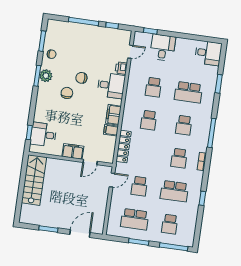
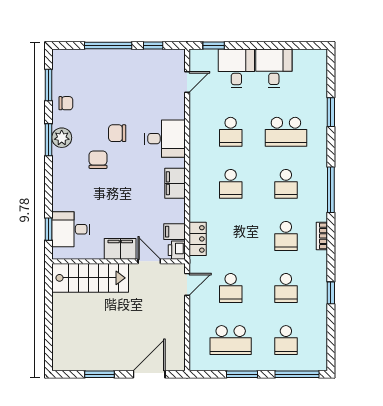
desk: (208, 53) -> (274, 68), moved, turned -90
printer: (121, 68) -> (177, 250), moved
filing cabinet: (111, 130) -> (174, 232), moved
locker: (124, 146) -> (198, 239), width x0.66
door: (90, 162) -> (149, 261), swing flipped
stairs: (34, 180) -> (90, 278), moved, turned 90
school desk: (174, 191) -> (286, 288), width x0.54

